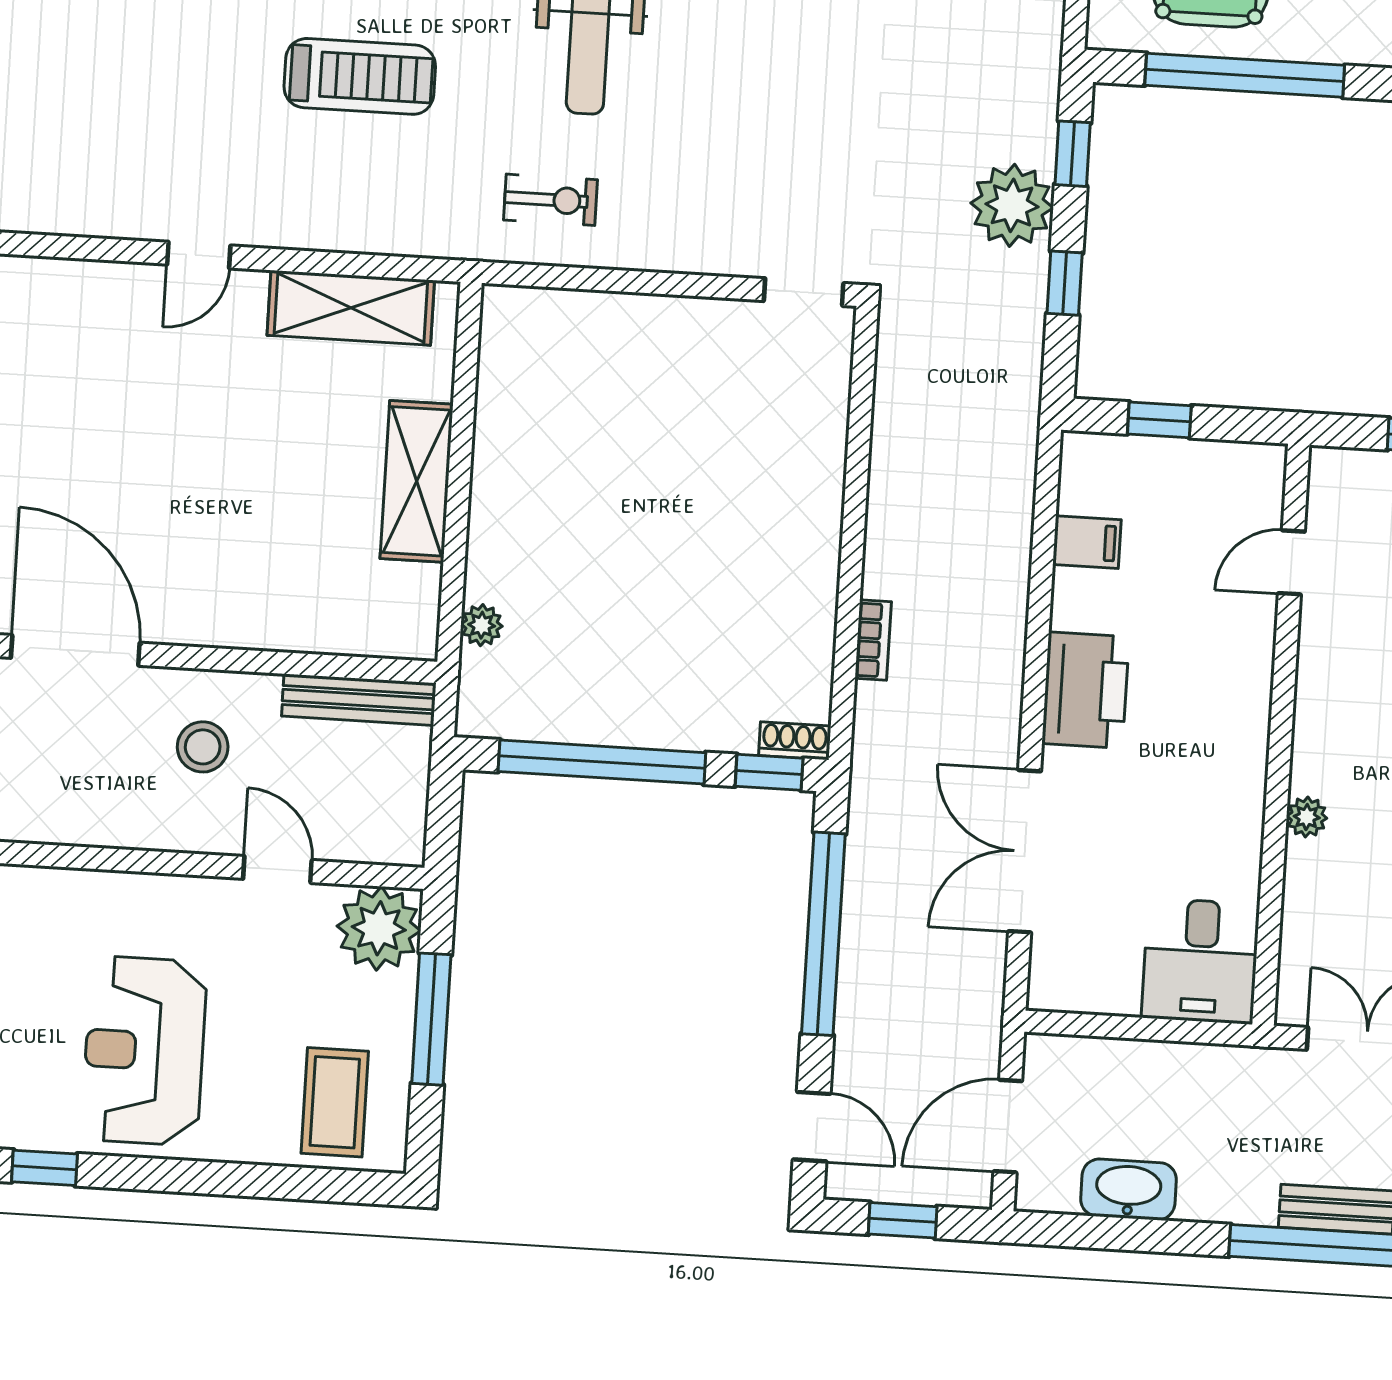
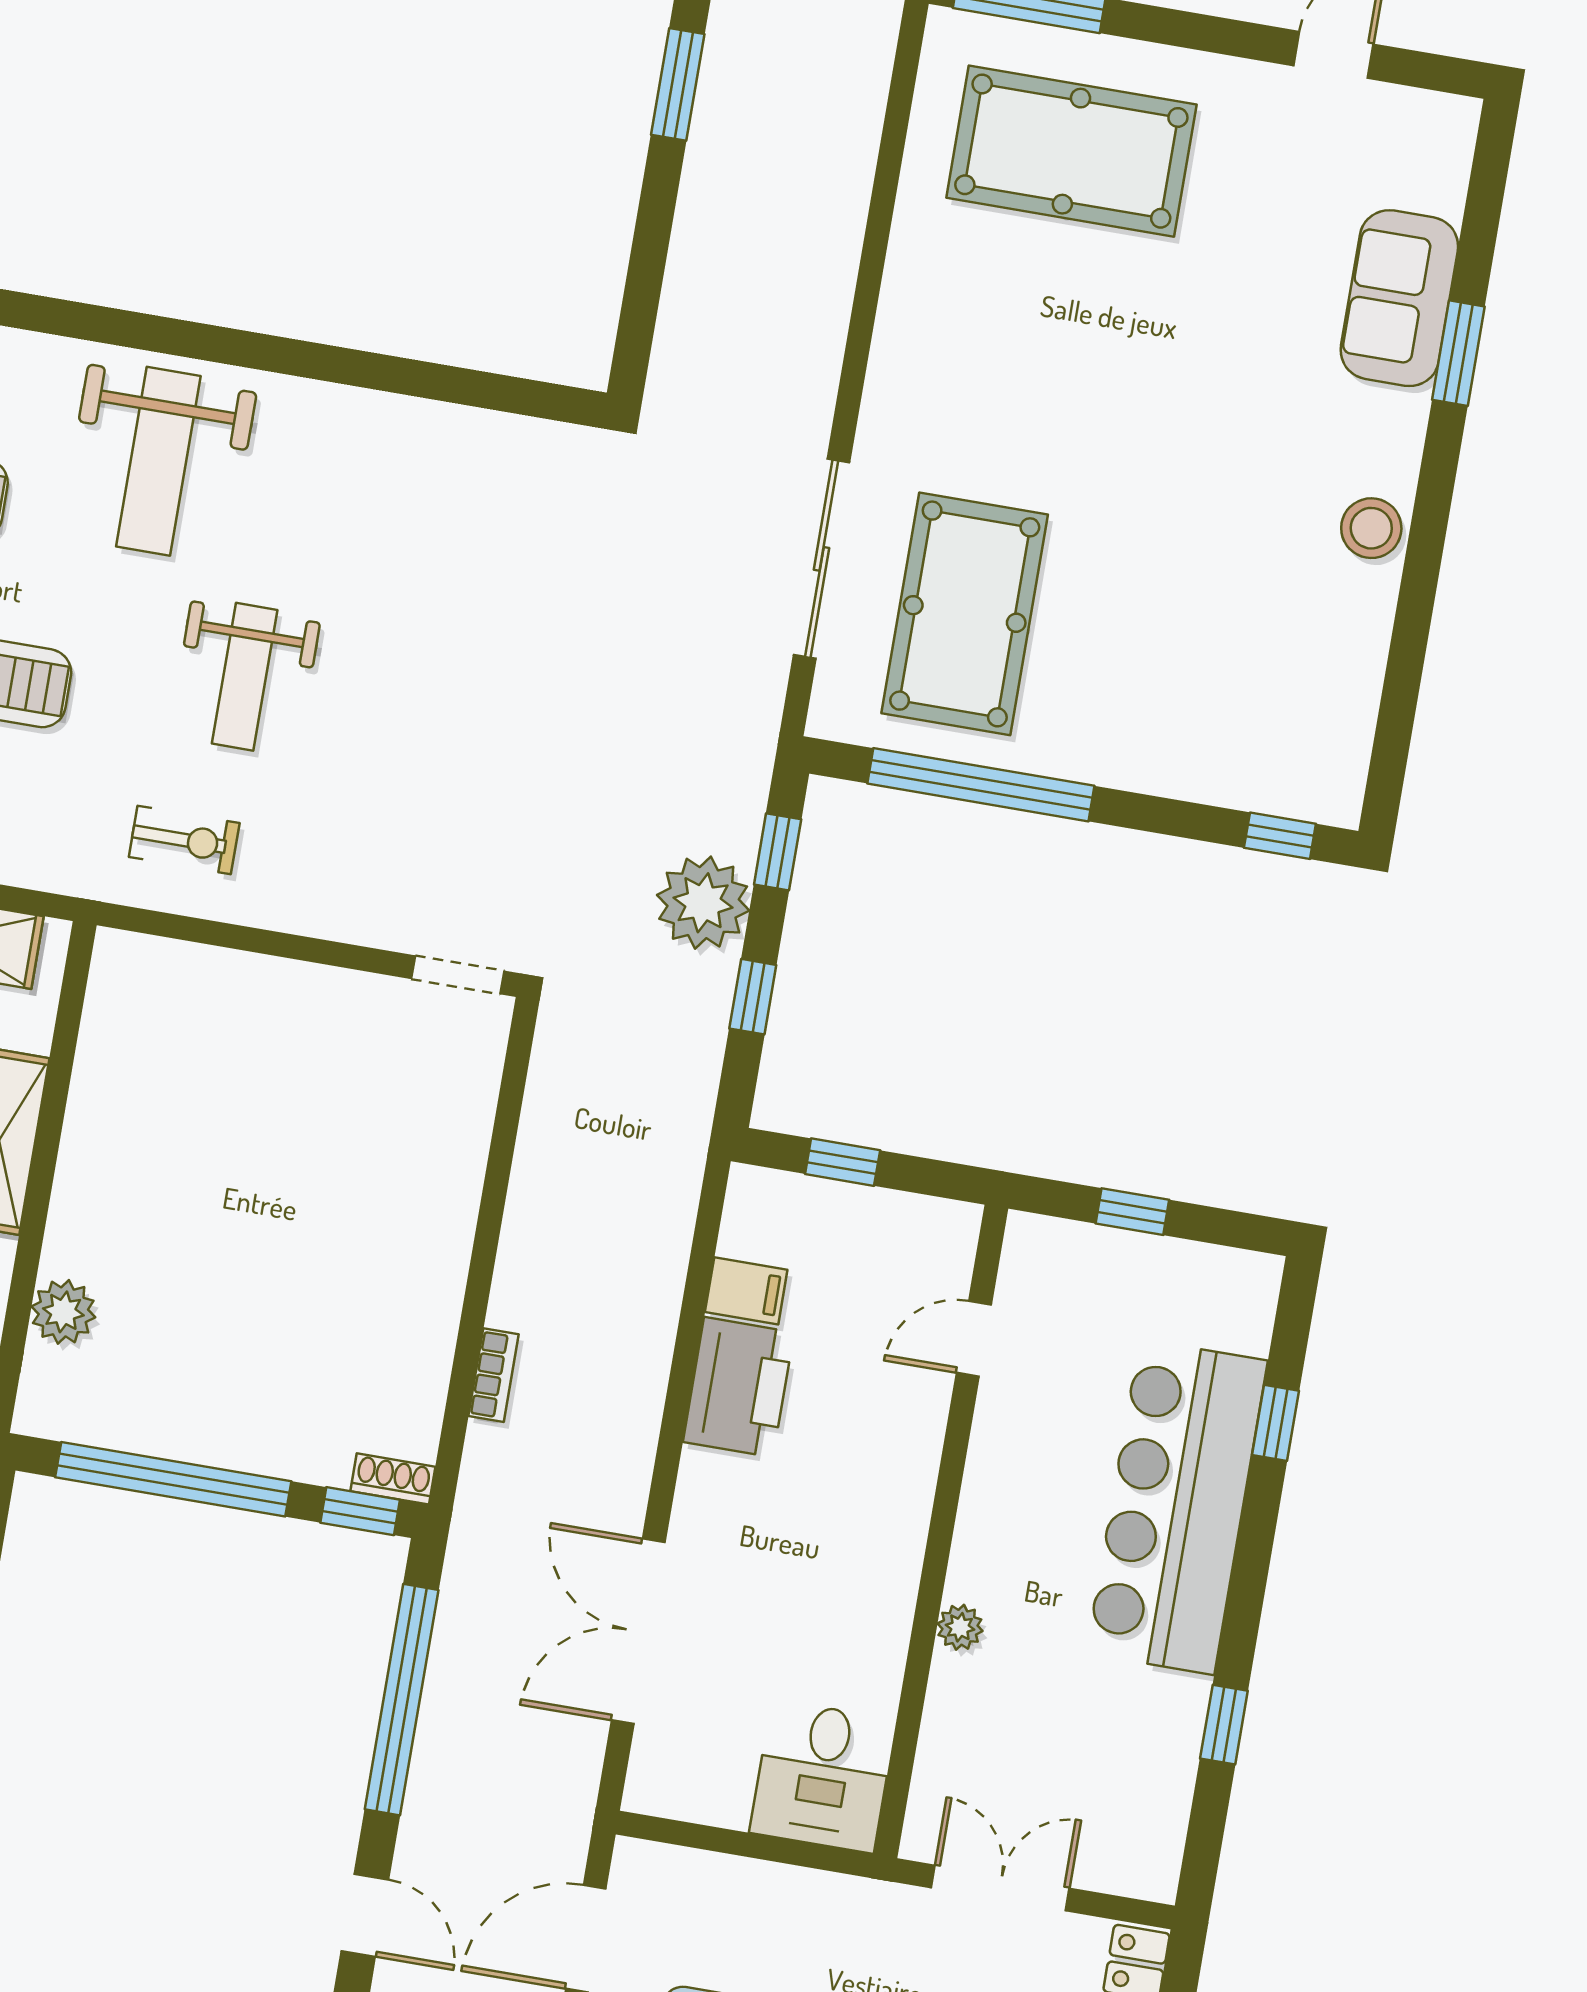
plant: (482, 625) -> (63, 1312), width x1.38, depth x1.38
printer: (1085, 690) -> (738, 1387), moved

